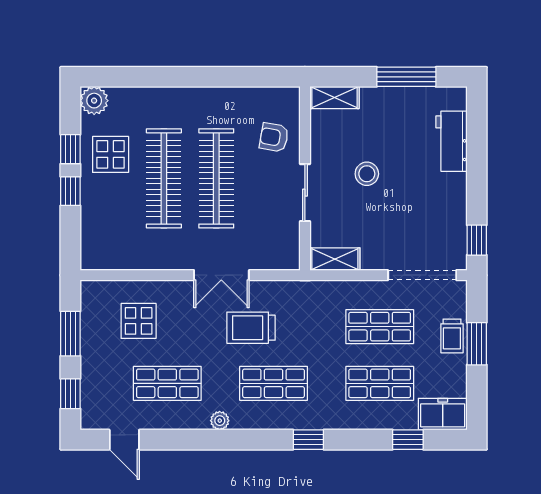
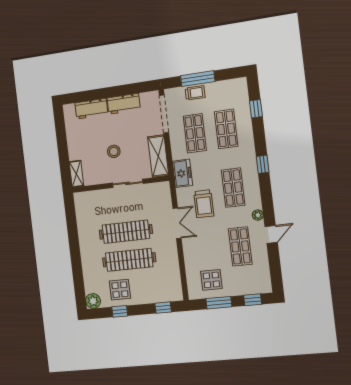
window: (406, 77) -> (61, 137), removed
armchair: (274, 137) -> (101, 203), removed
window: (70, 191) -> (163, 308), moved
workbench: (452, 203) -> (124, 104), added
window: (477, 240) -> (142, 87), removed
shelving: (335, 259) -> (158, 156), width x1.50, depth x1.33
display table: (139, 321) -> (211, 280), moved
window: (477, 344) -> (198, 79), width x1.44
freezer: (443, 414) -> (182, 173), moved, turned 180
door: (124, 440) -> (271, 234), moved

